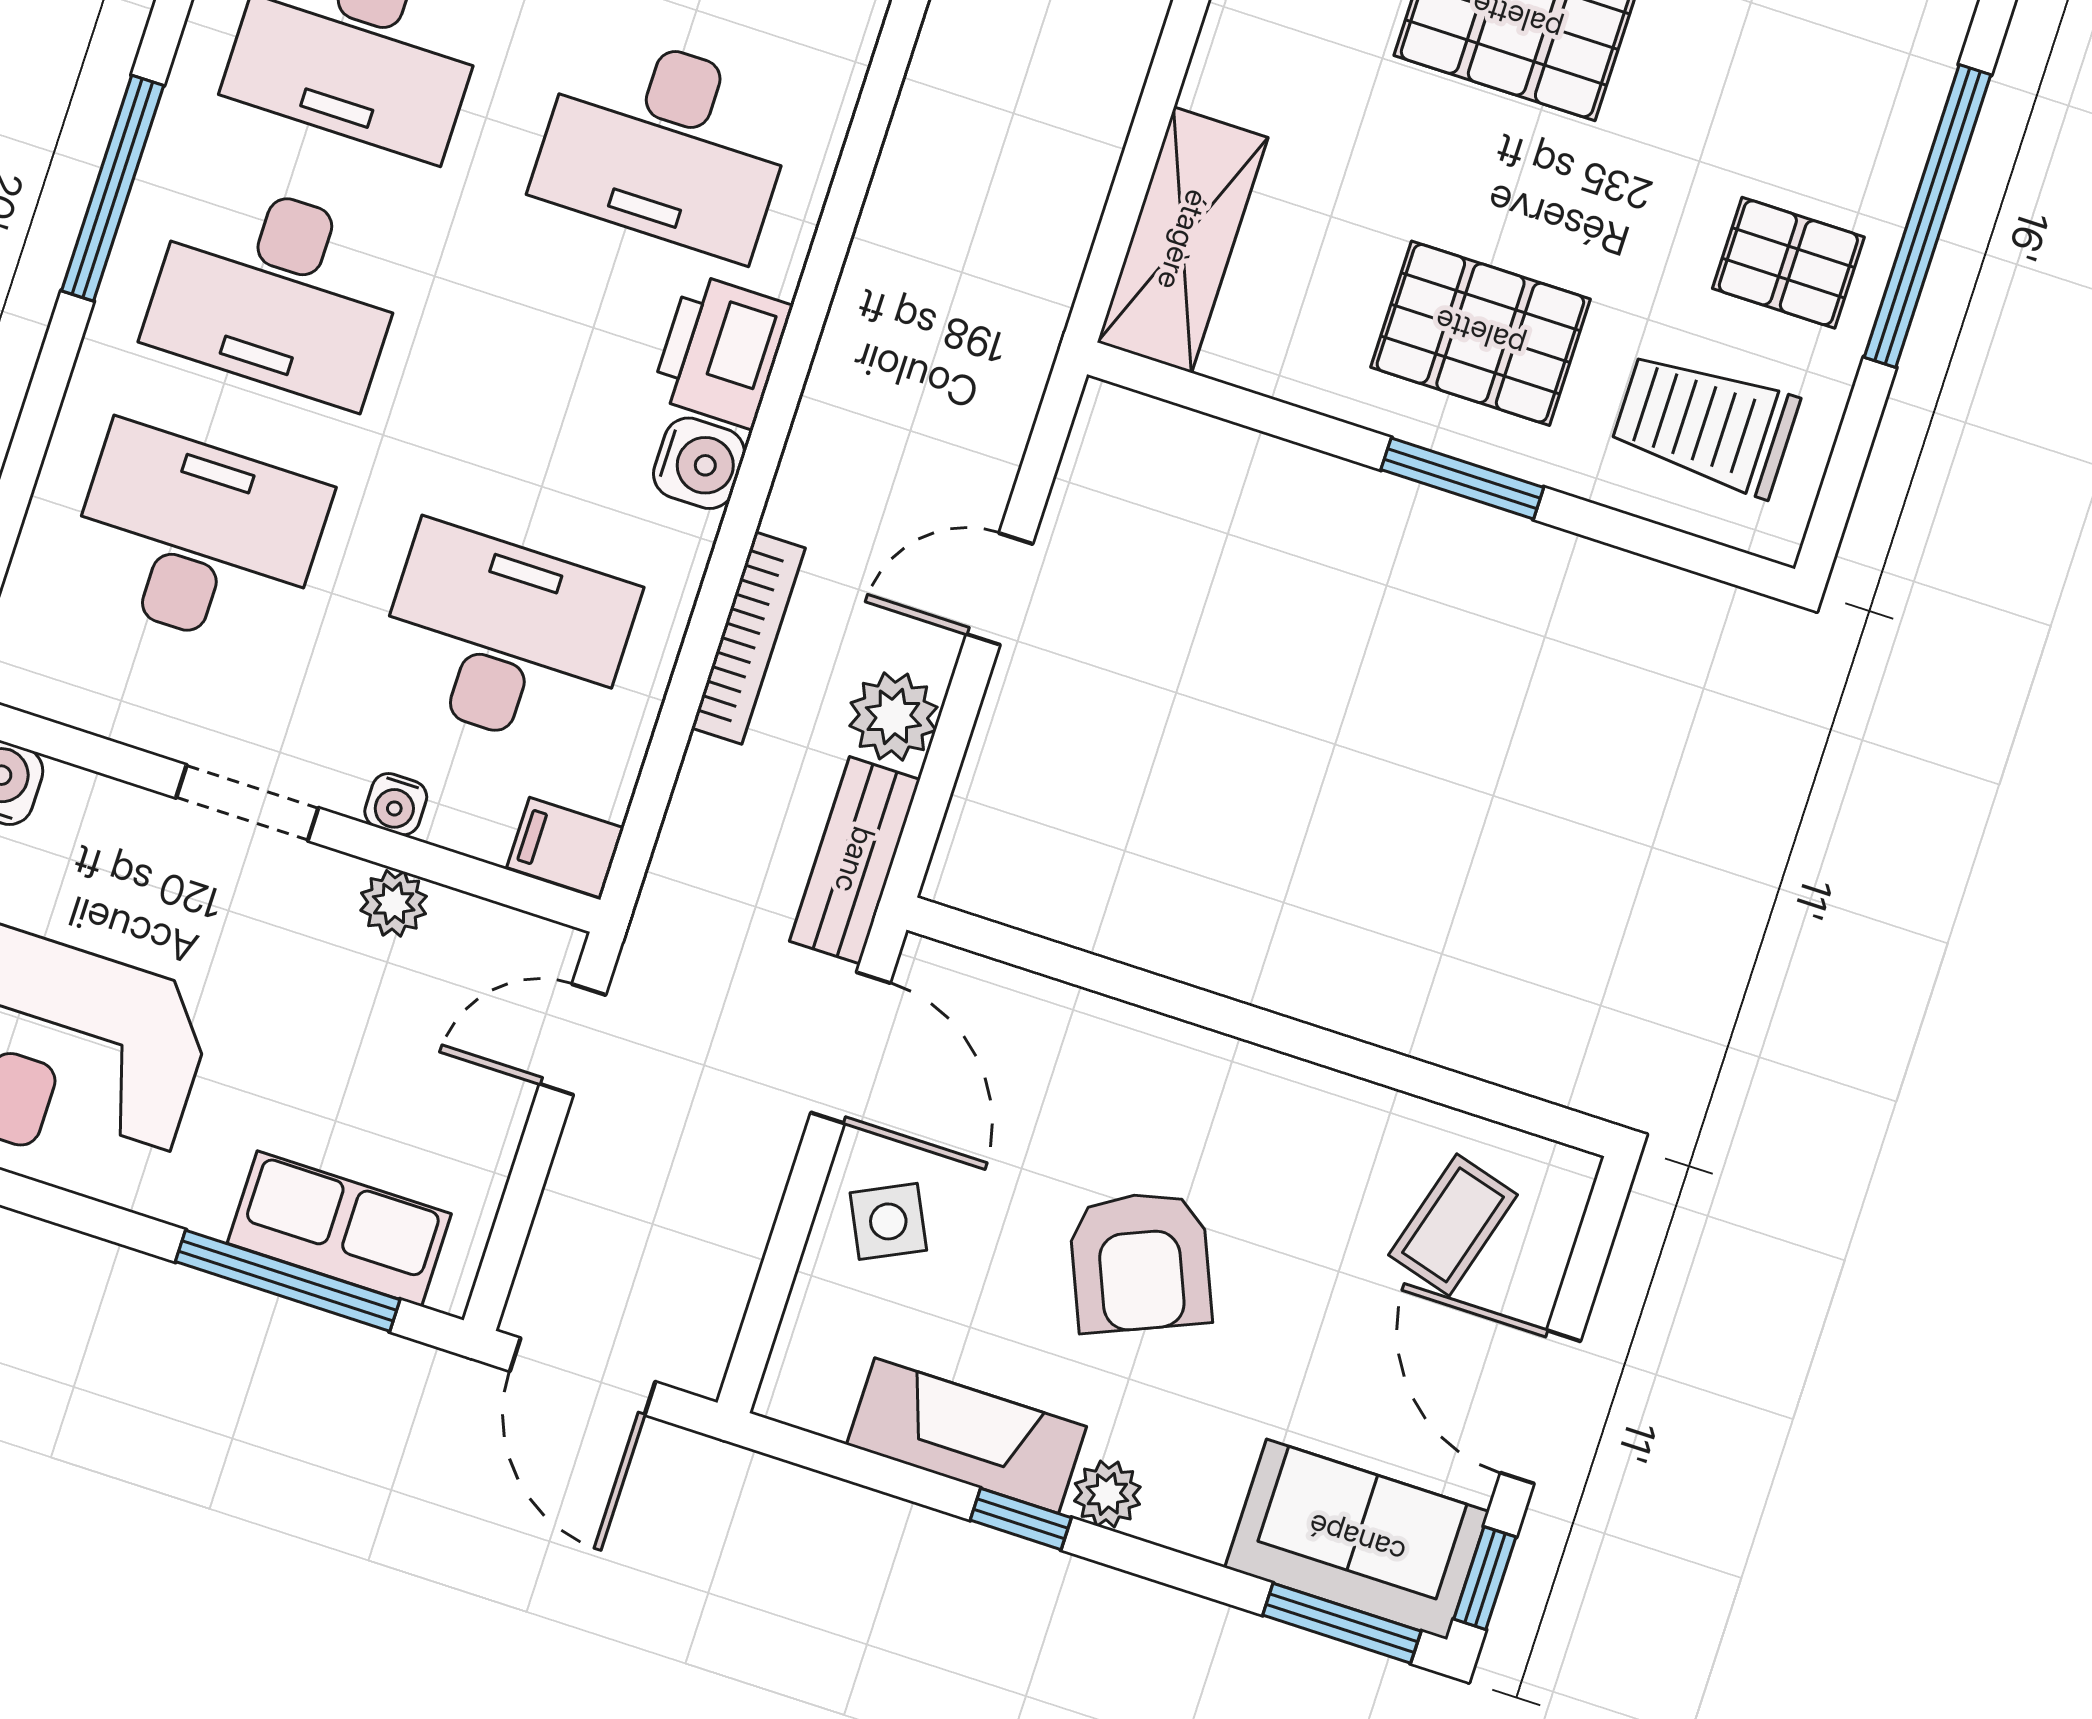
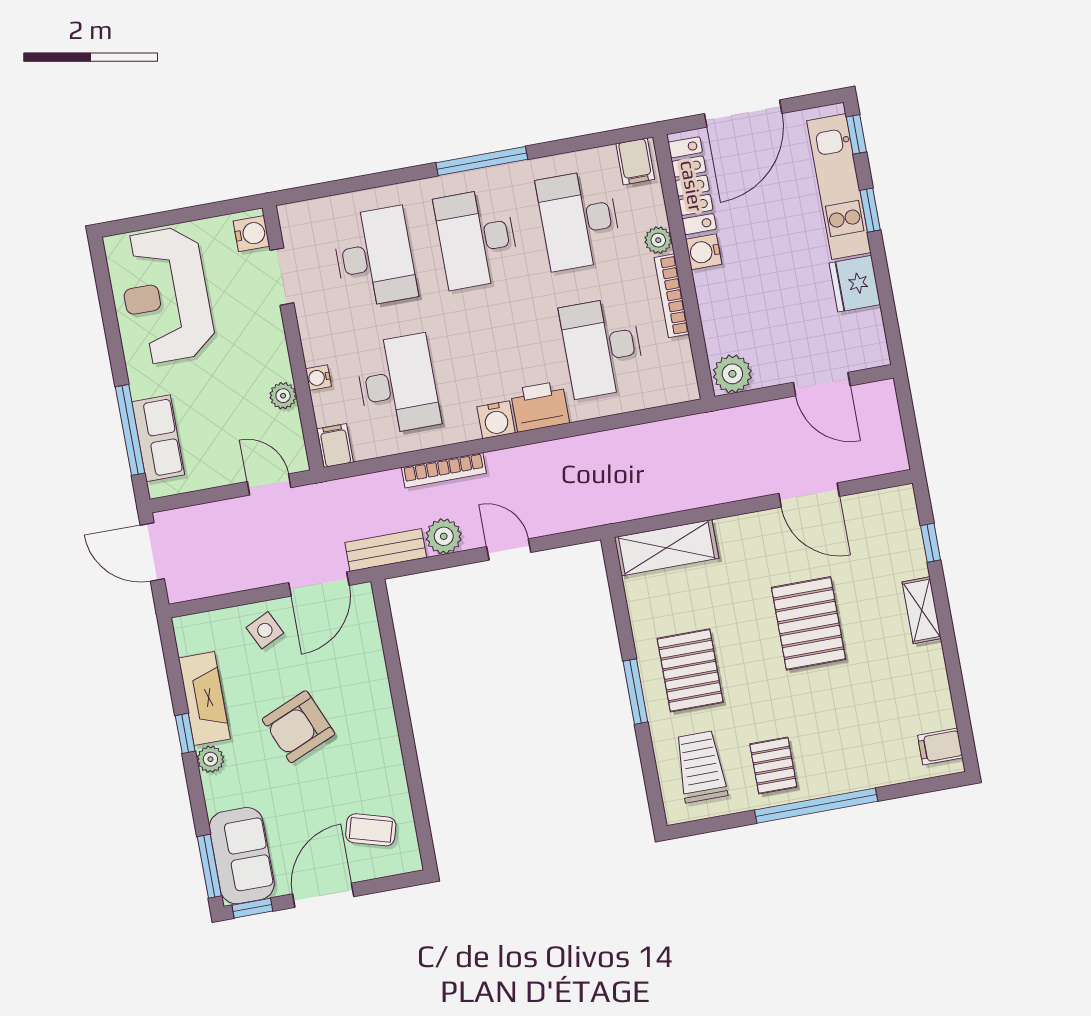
doorway: (247, 803) -> (282, 277), moved
door: (582, 1376) -> (152, 552), hinge flipped

